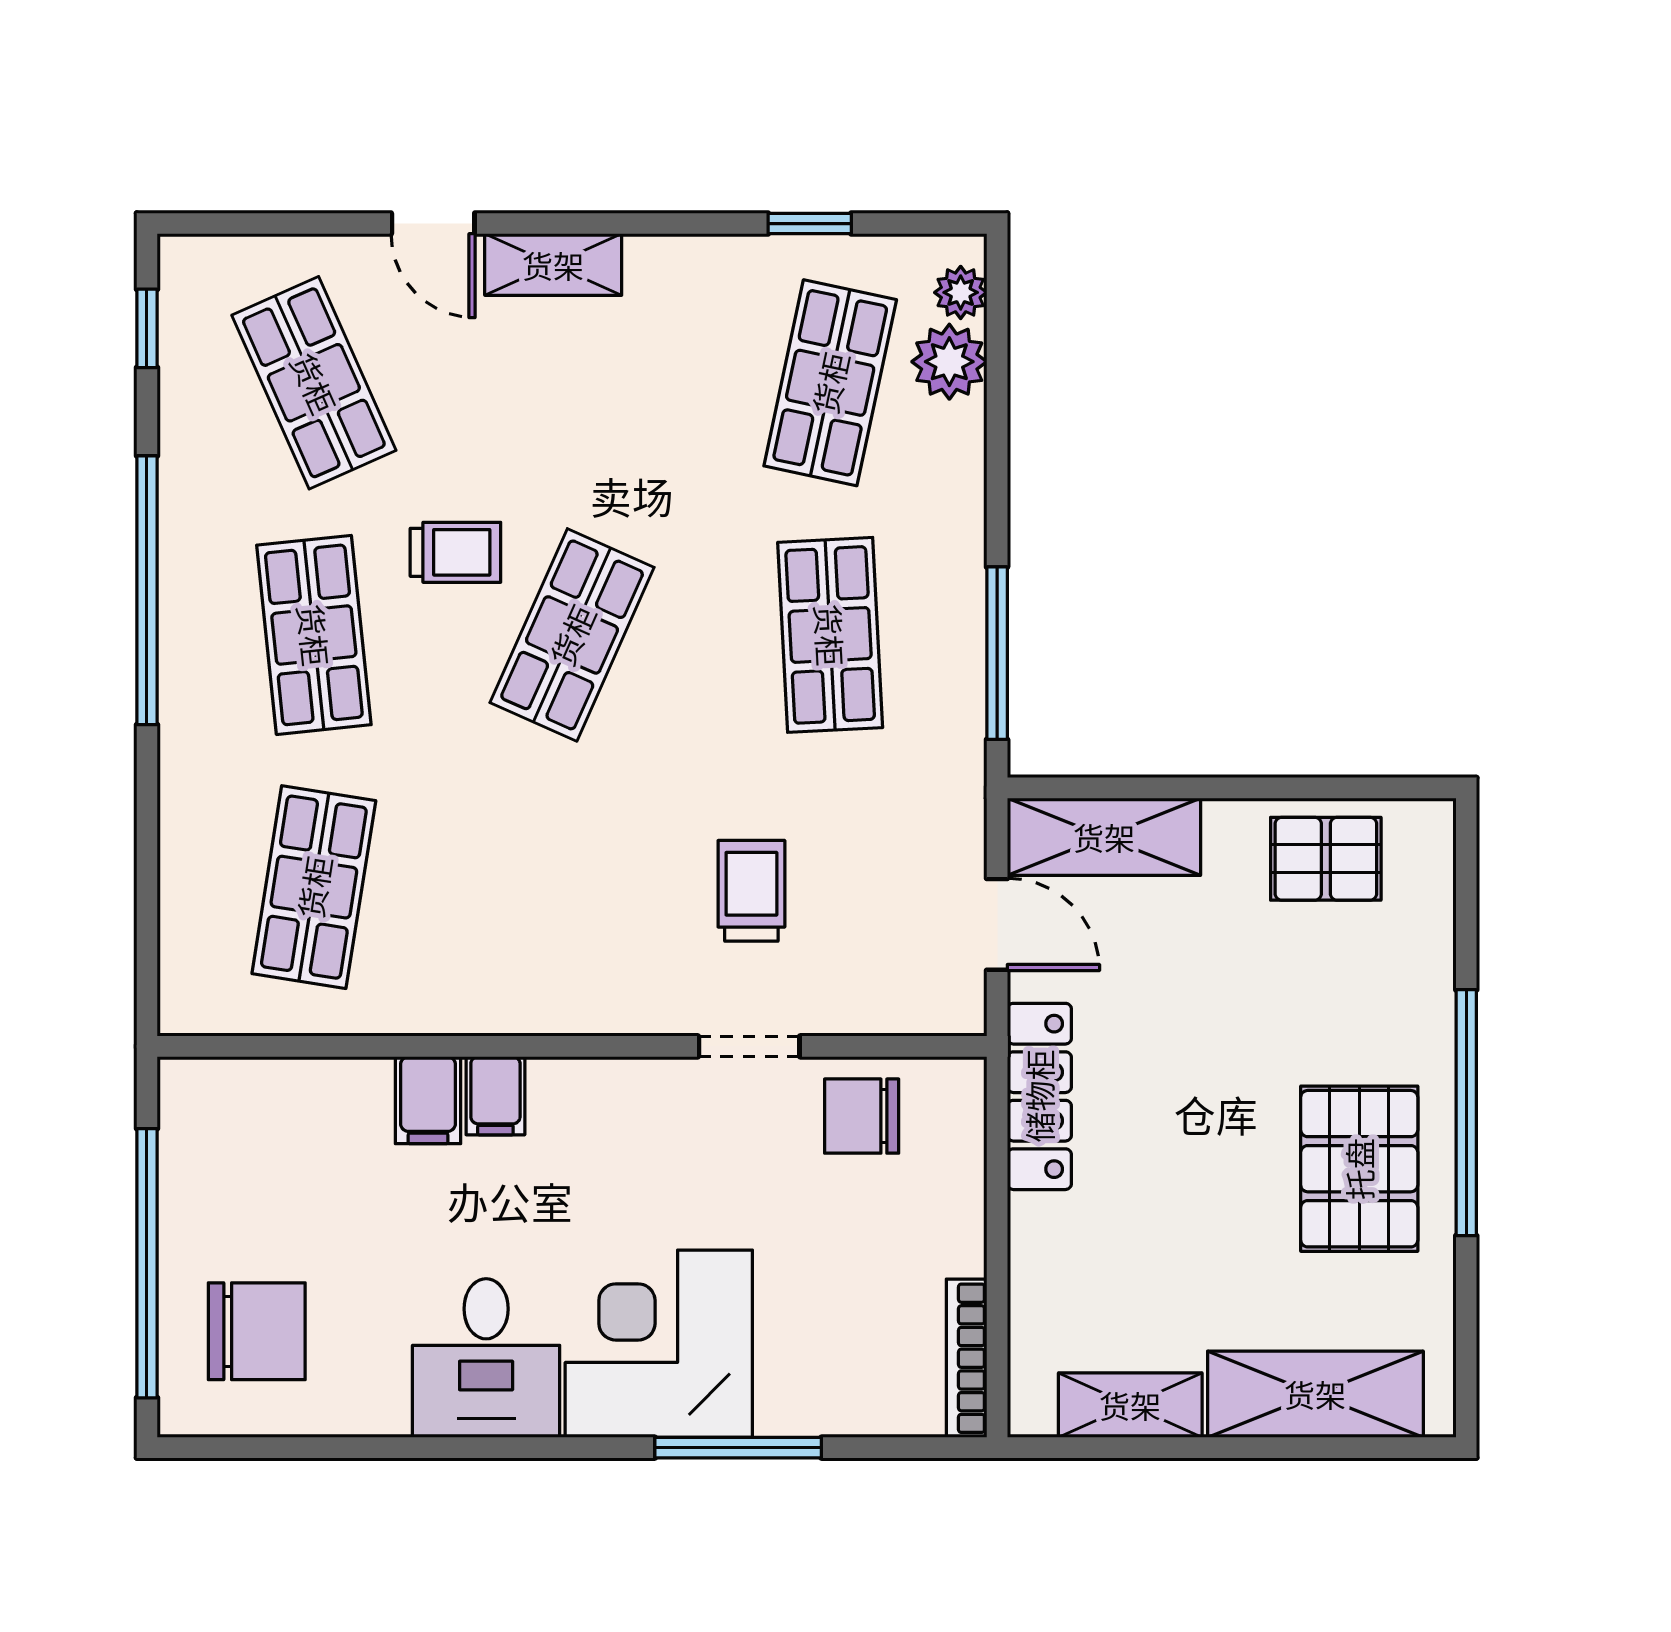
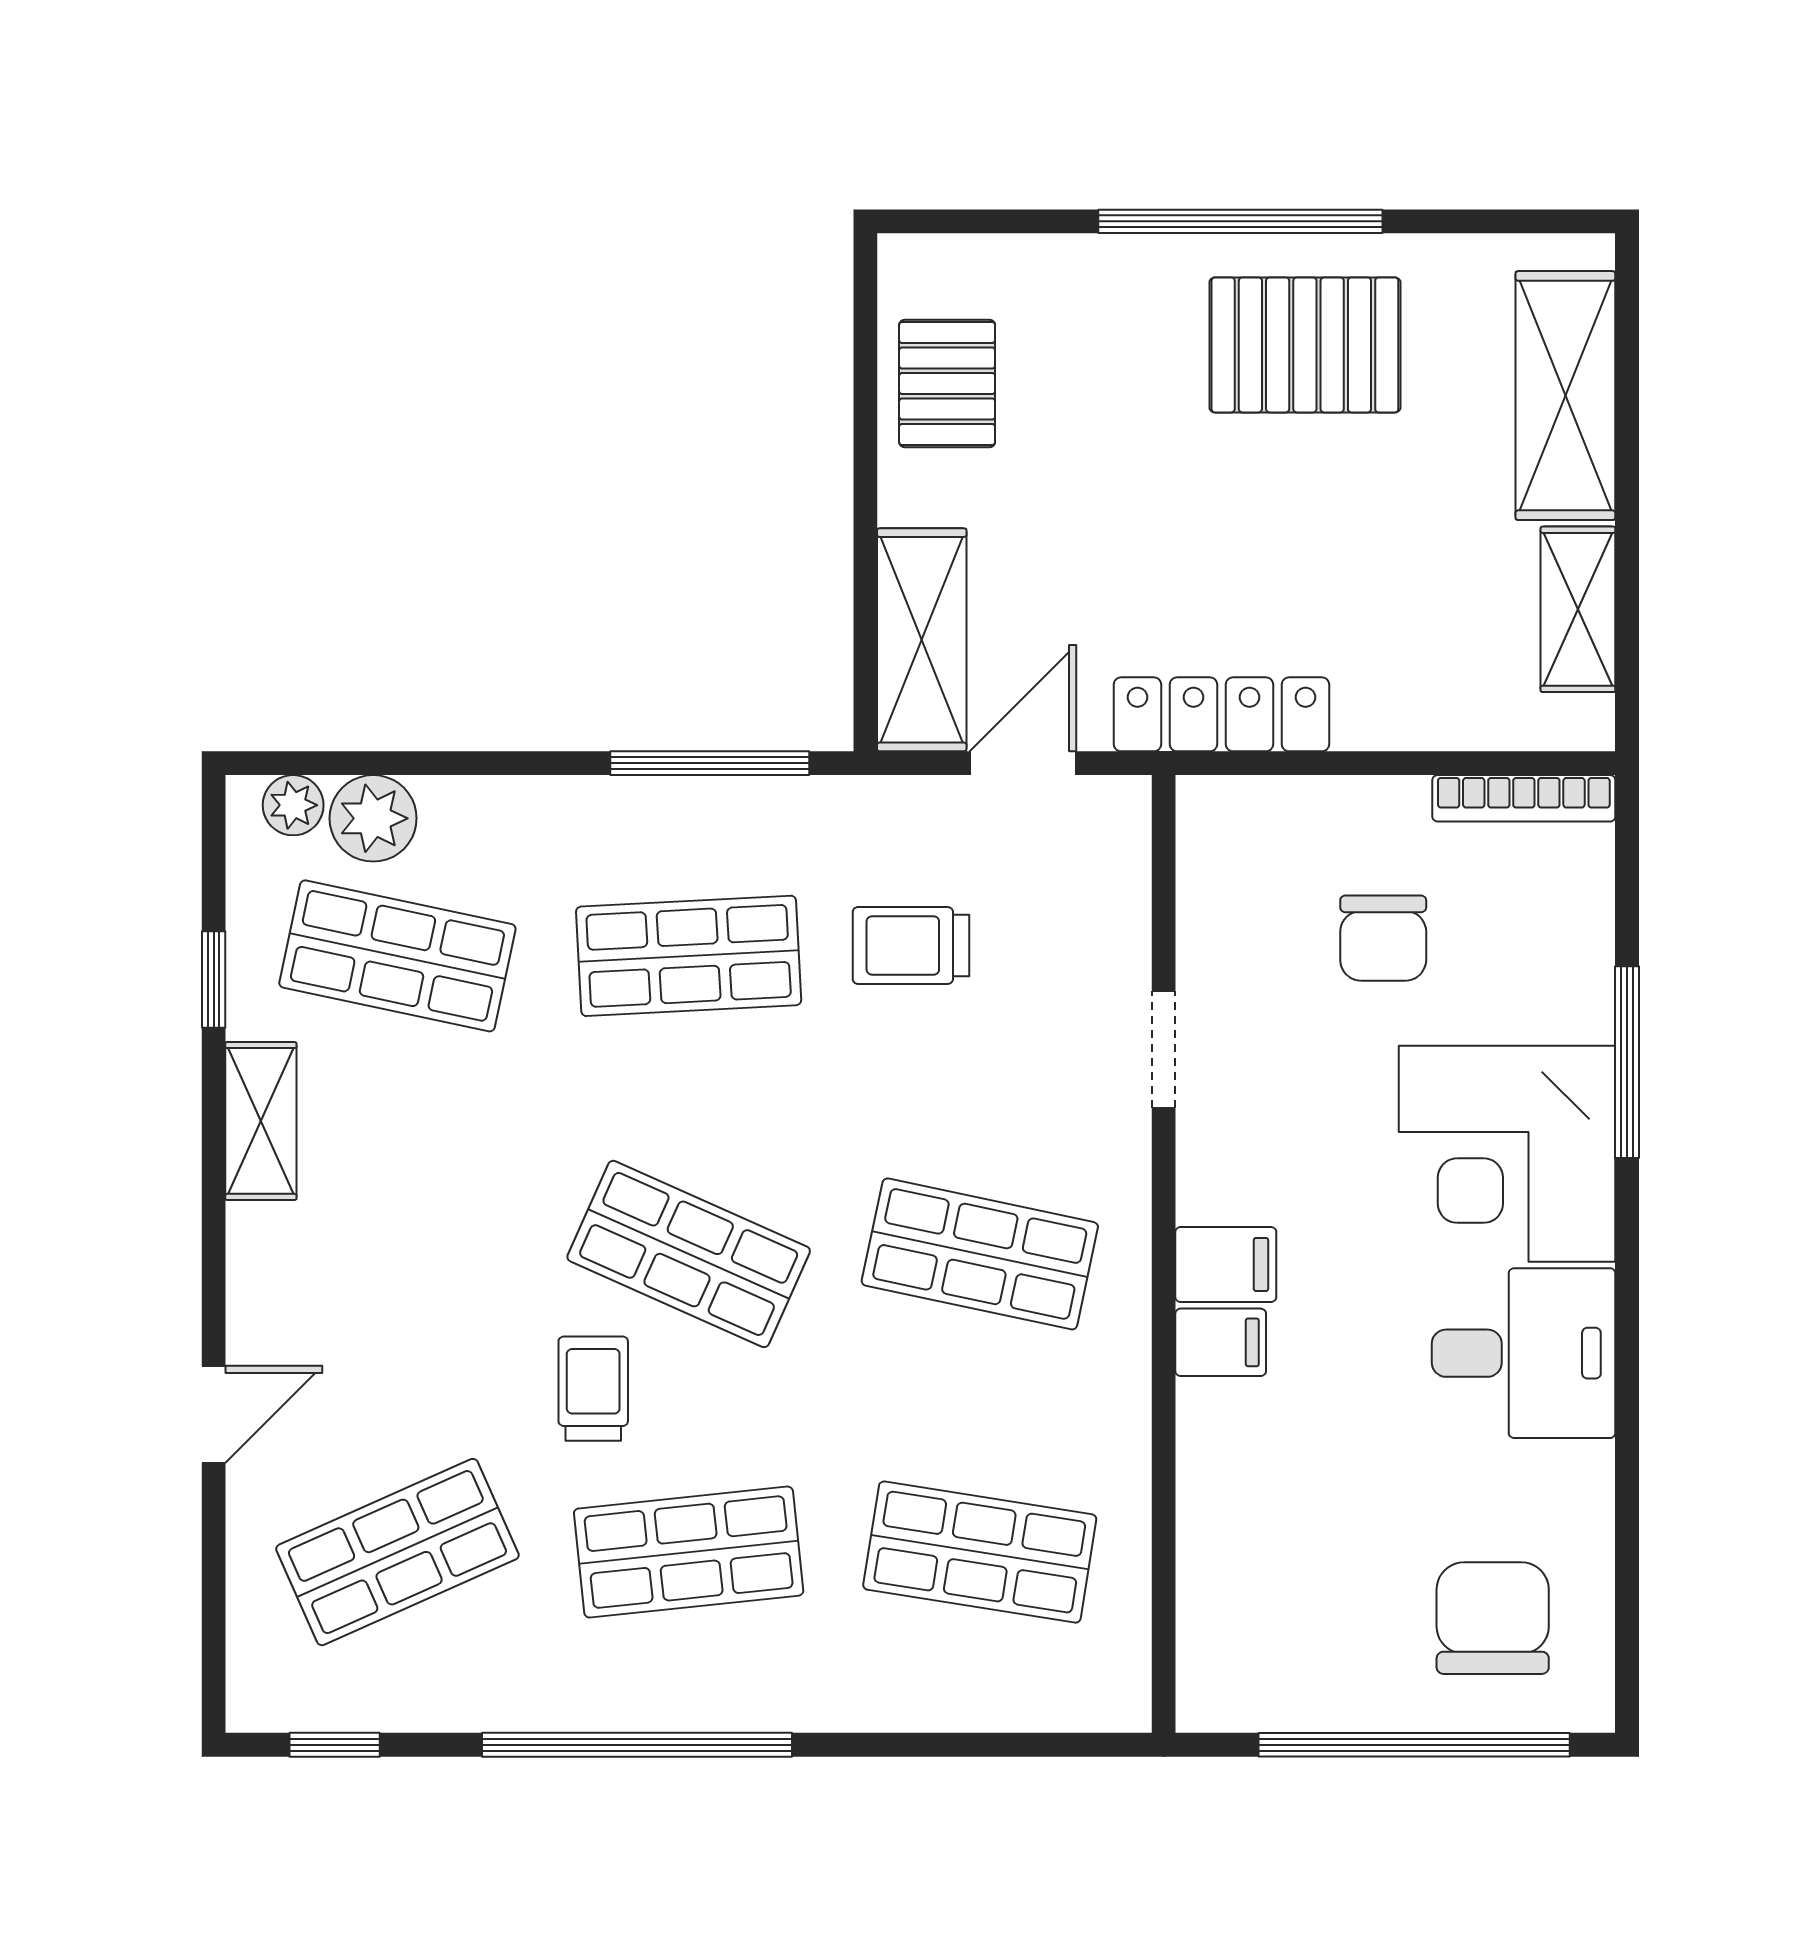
shelving: (553, 265) -> (261, 1121), moved
shop shelf: (572, 887) -> (980, 1254), added
trolley: (751, 891) -> (911, 945), moved
filing cabinet: (428, 1100) -> (1226, 1264), moved
chair: (862, 1116) -> (1383, 938), moved

